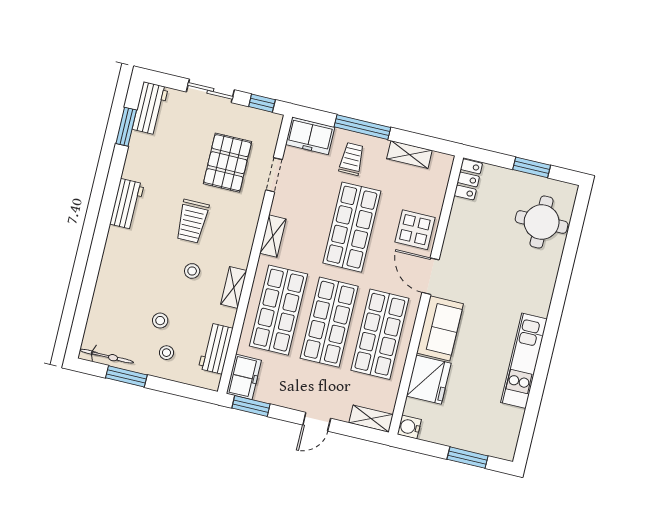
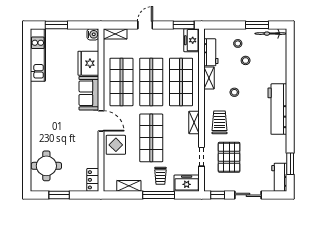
workbench: (127, 204) -> (277, 109), width x1.88, depth x1.32
trolley: (192, 221) -> (220, 122), moved
shelving: (234, 287) -> (209, 78), moved
kitchen unit: (524, 361) -> (38, 55), moved

